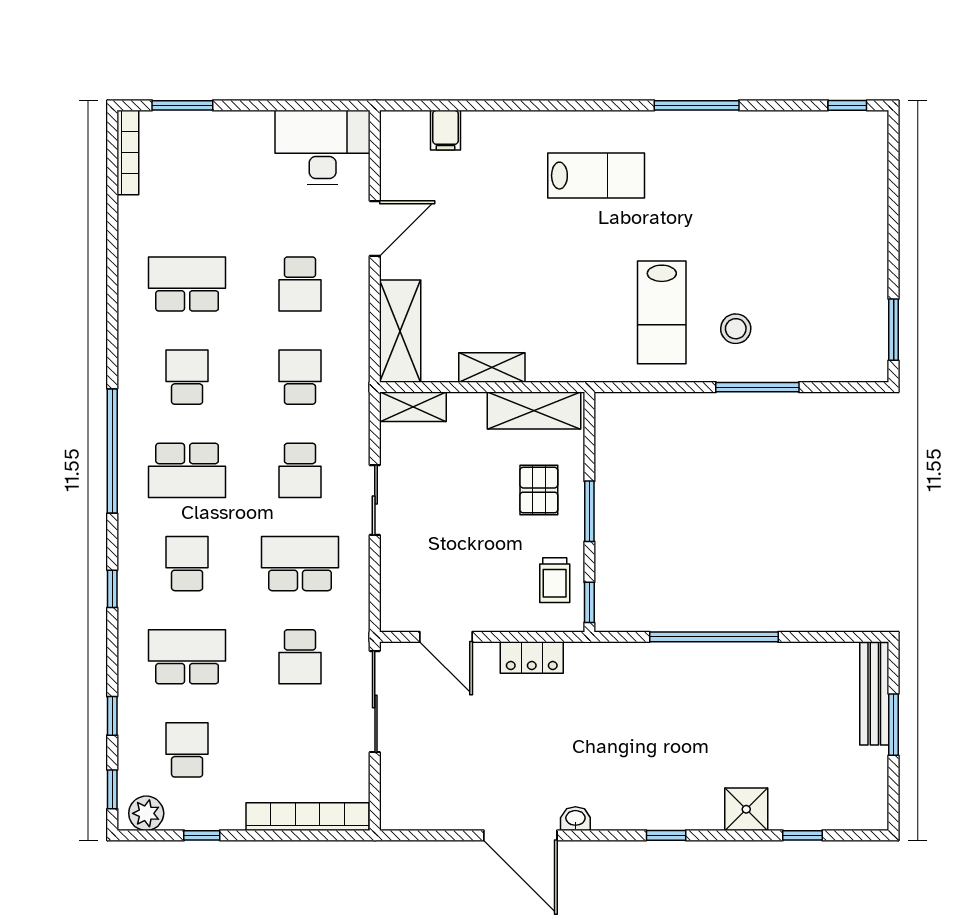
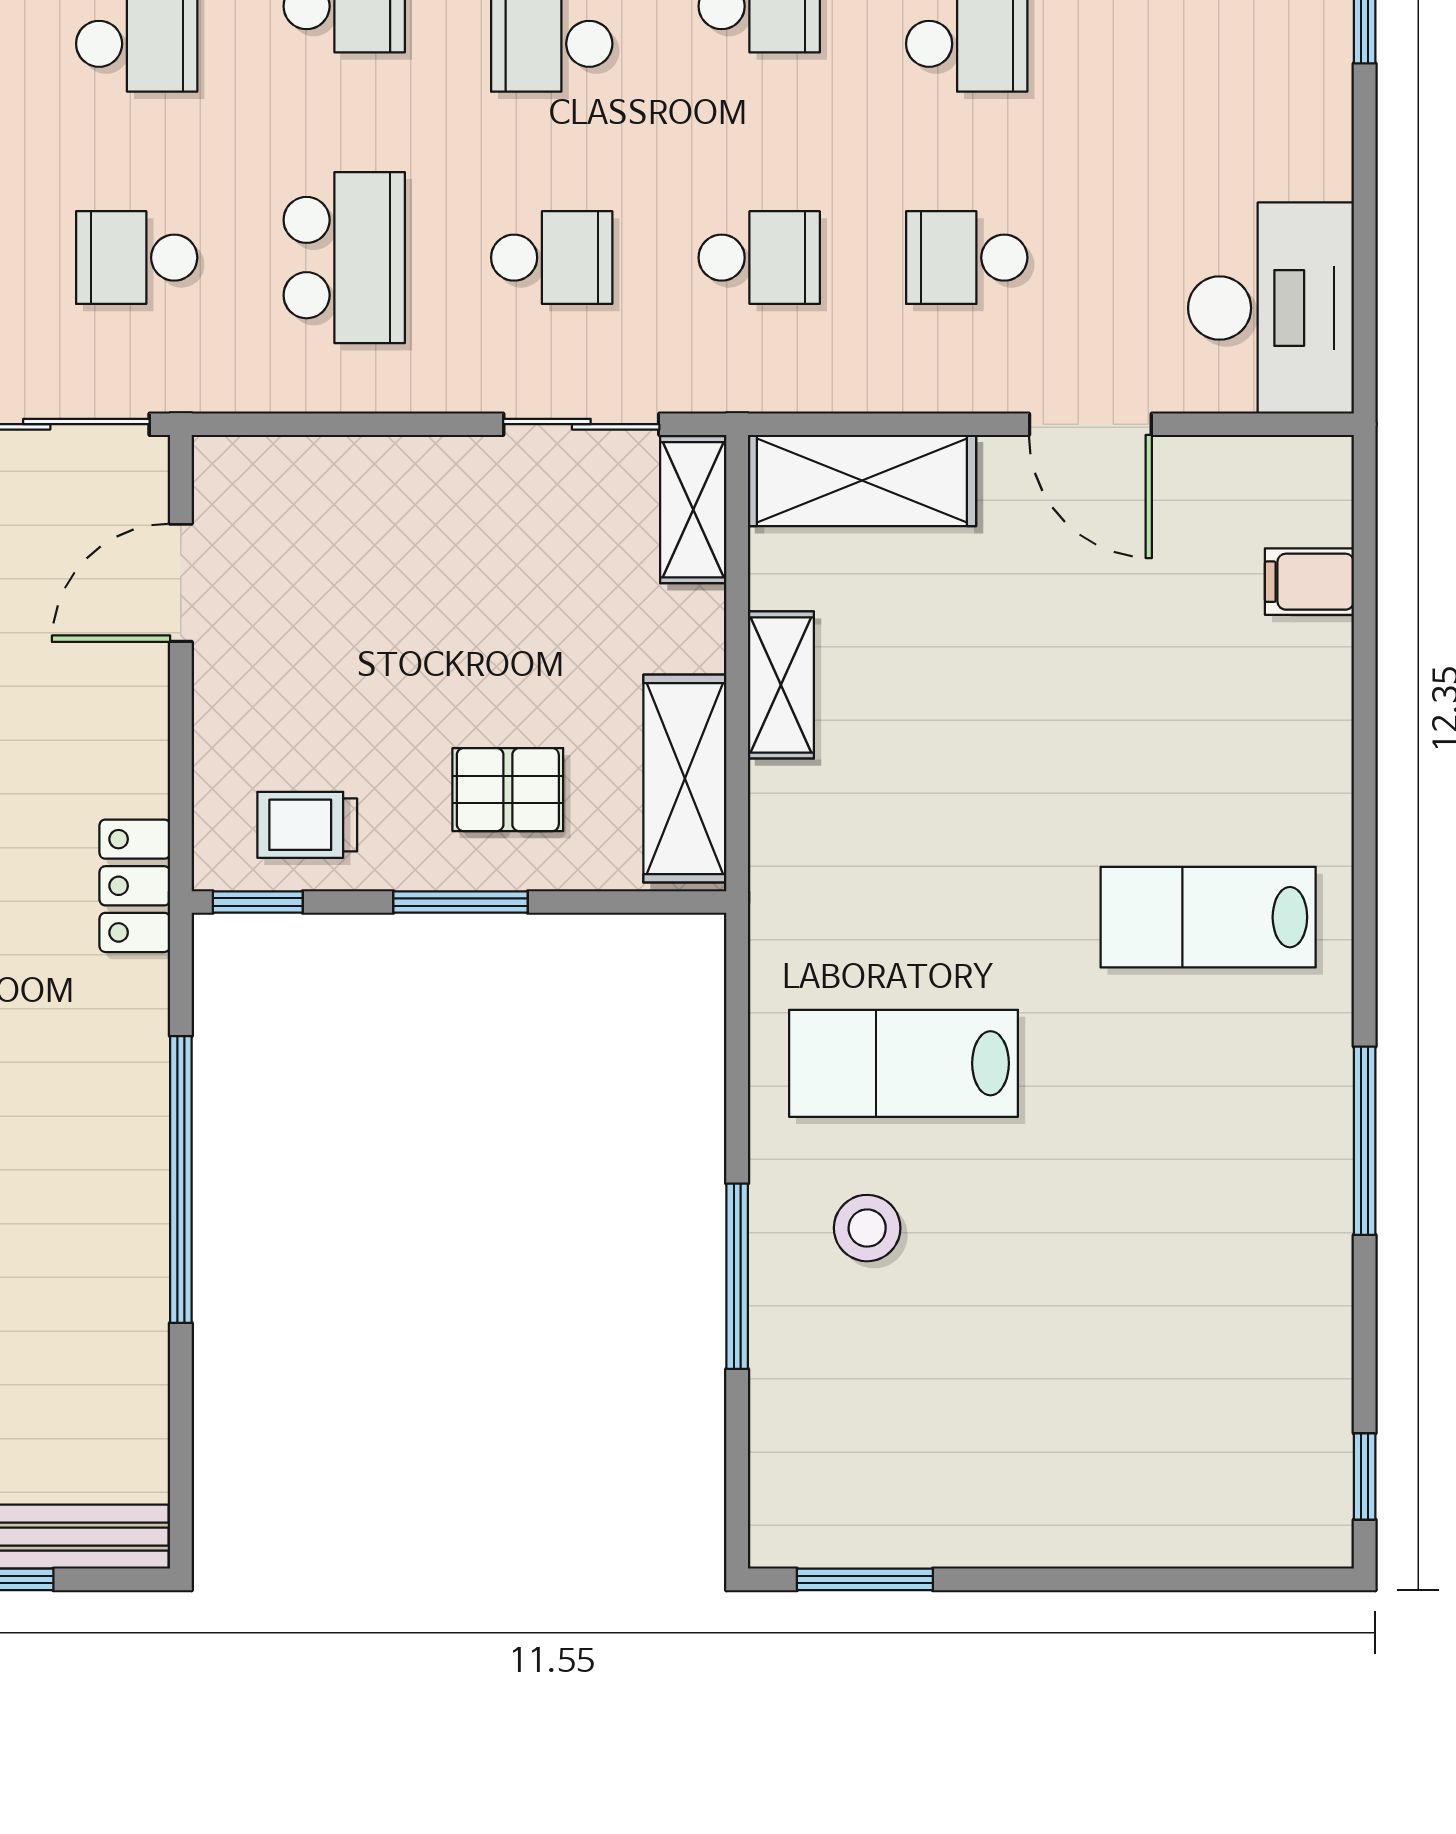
lab bench: (596, 176) -> (1208, 917), turned 90
school desk: (300, 470) -> (552, 258), turned 180
sliding door: (375, 500) -> (581, 424), moved
locker: (532, 658) -> (135, 886), moved

